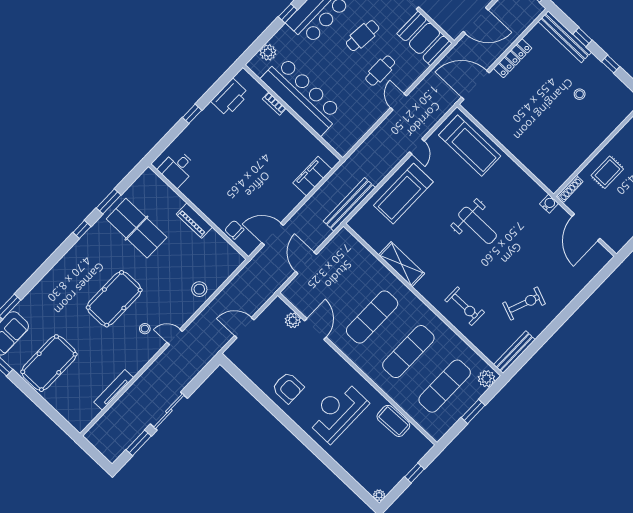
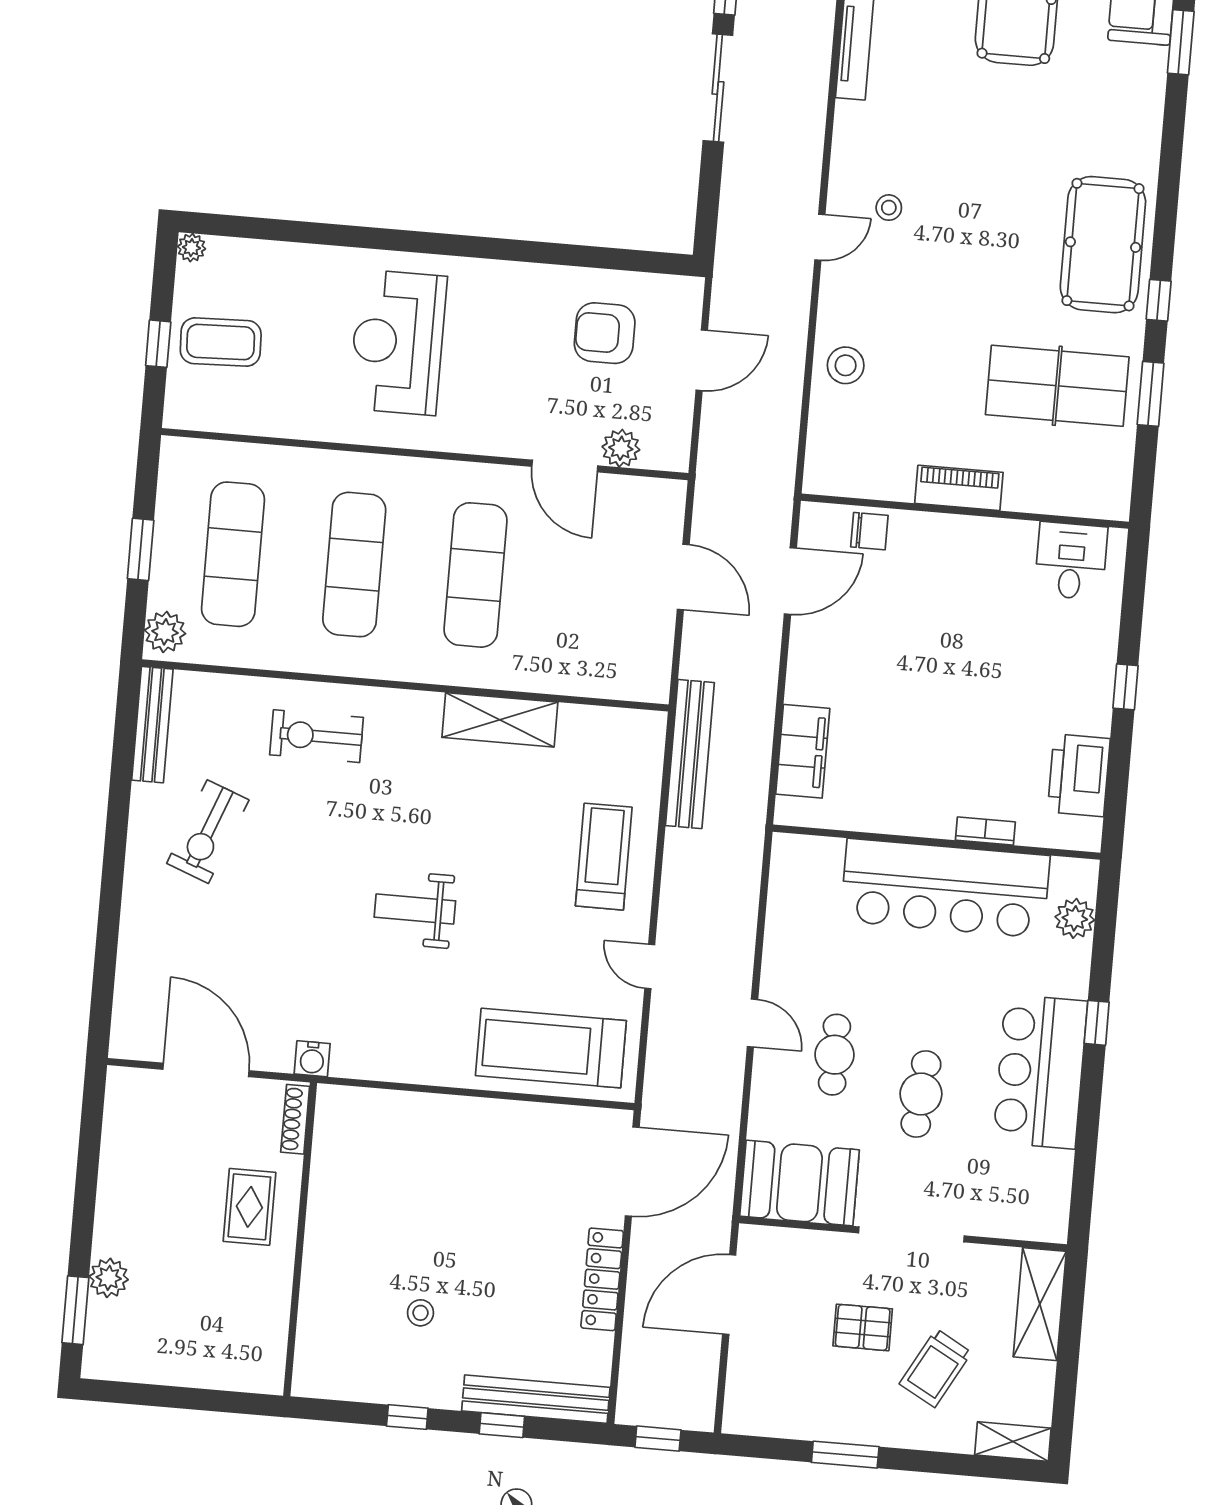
treadmill: (403, 194) -> (604, 857), width x0.73, depth x0.73
weight bench: (478, 225) -> (415, 909), width x0.73, depth x0.75
pool table: (114, 299) -> (1103, 245), moved
armchair: (288, 388) -> (605, 333), moved
reception desk: (337, 412) -> (398, 342), turned 180
coffee table: (393, 421) -> (221, 342), moved

